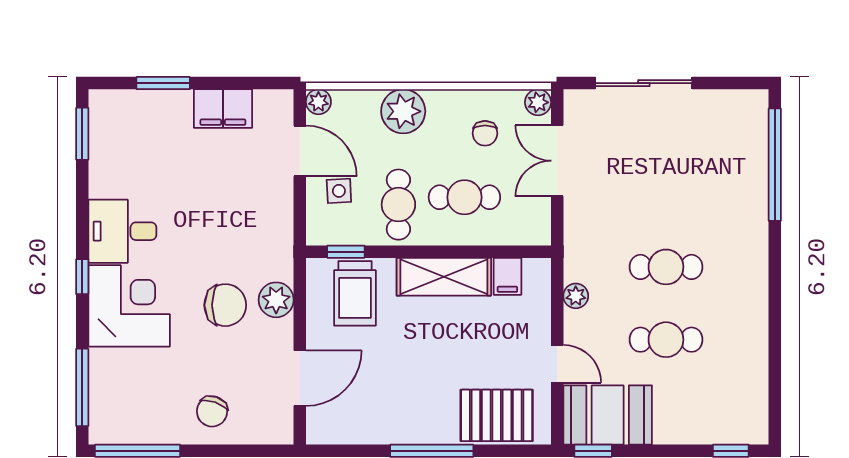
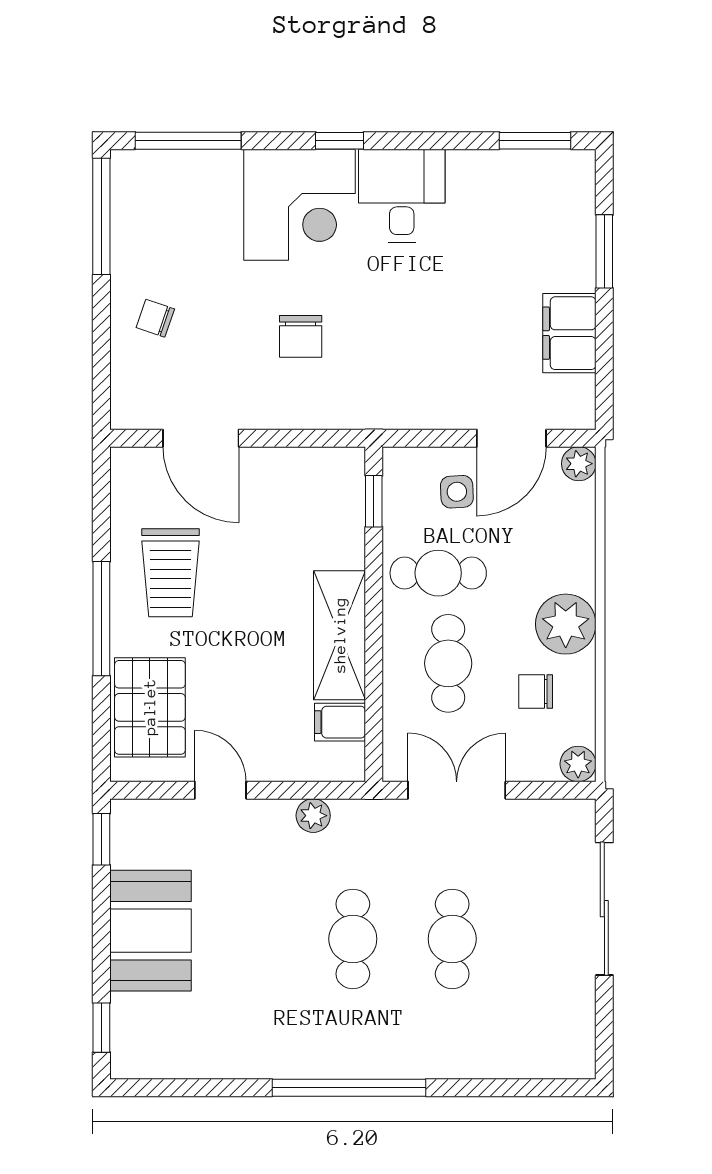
plant: (403, 111) -> (566, 624), moved
double door: (557, 161) -> (457, 790), moved
window: (775, 165) -> (349, 1088), moved
trolley: (355, 293) -> (170, 573), moved, turned -90
plant: (276, 300) -> (308, 406), removed
chair: (225, 305) -> (301, 336), width x0.73, depth x0.73
cafe table: (666, 340) -> (452, 939), moved
door: (557, 364) -> (220, 790), swing flipped
chair: (212, 411) -> (155, 318), width x0.73, depth x0.73
booth: (608, 415) -> (150, 931), moved

